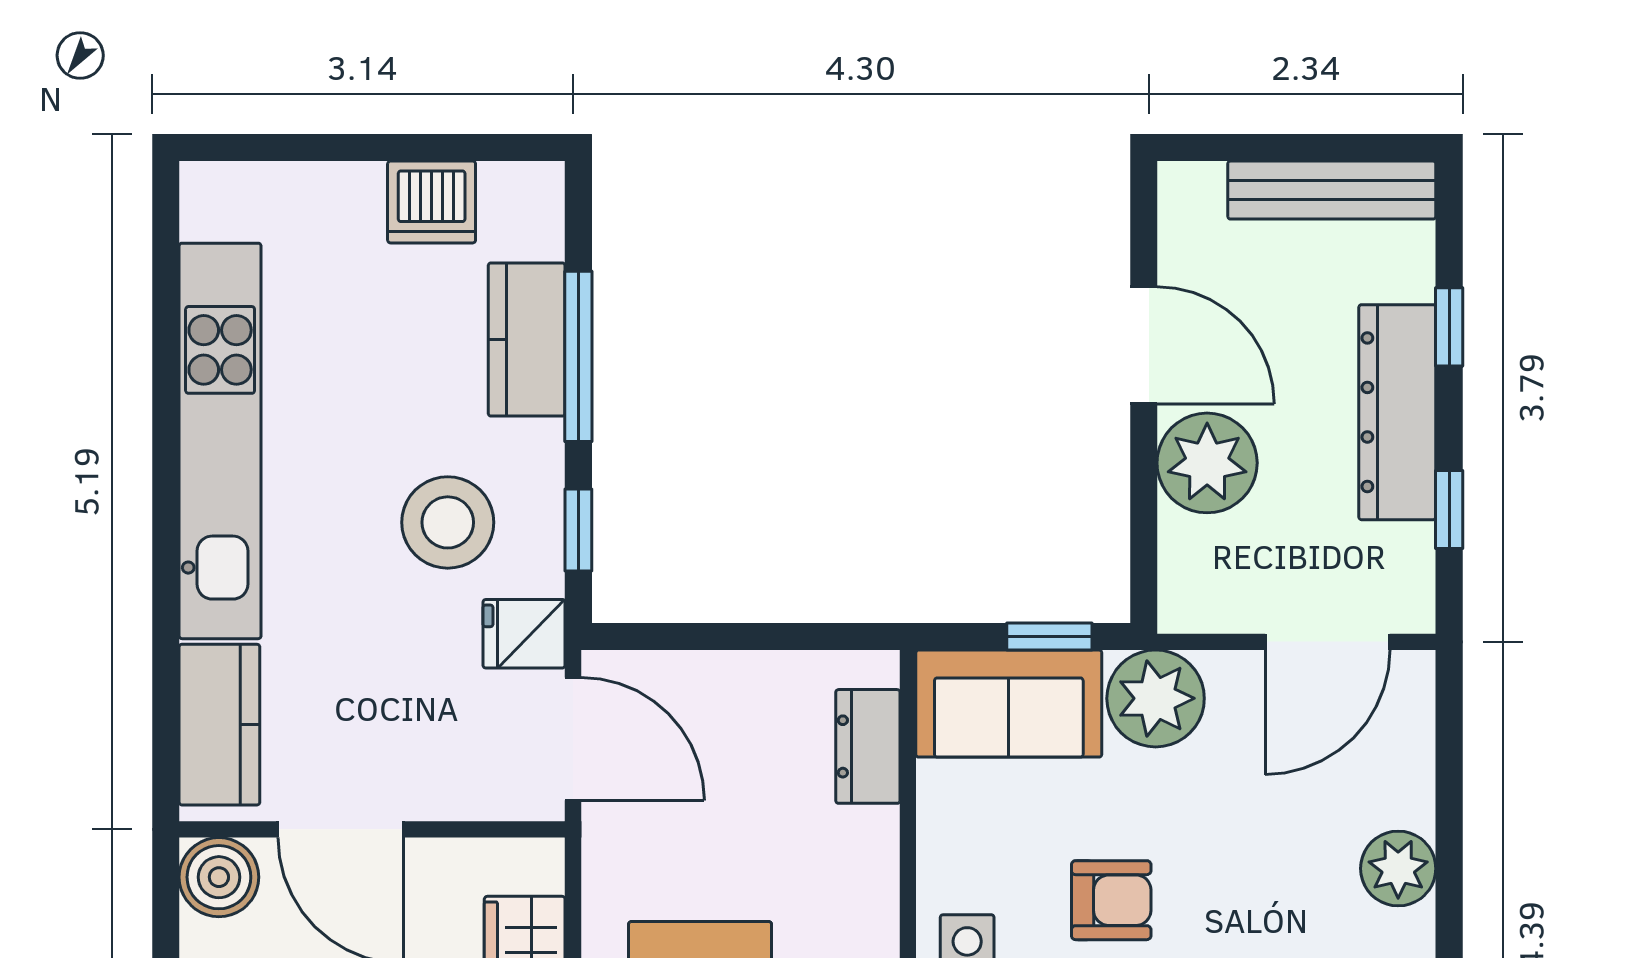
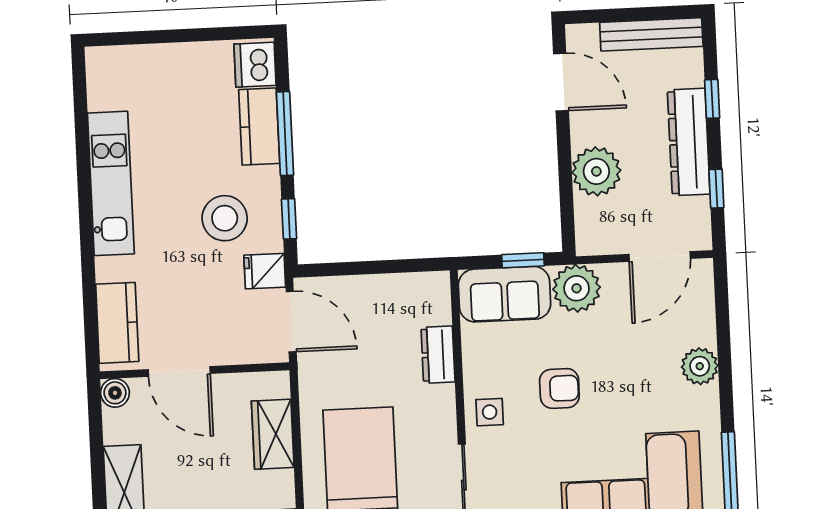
dishwasher: (432, 202) -> (255, 65), moved, turned 90
door: (1144, 345) -> (561, 82), moved
kitchen unit: (220, 441) -> (111, 183), width x0.73
dresser: (868, 746) -> (438, 355), moved
boiler: (219, 877) -> (115, 393), width x0.73, depth x0.73

